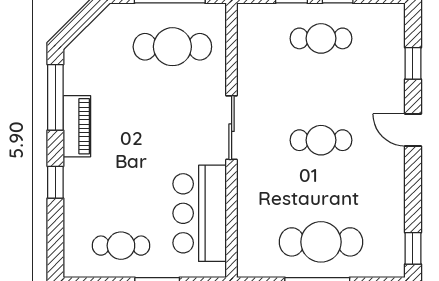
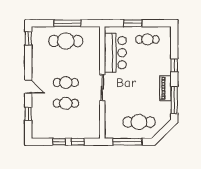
cafe table: (321, 38) -> (66, 103), moved
cafe table: (172, 47) -> (139, 122), moved

